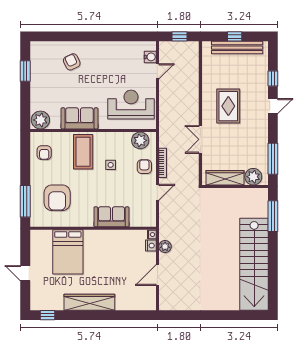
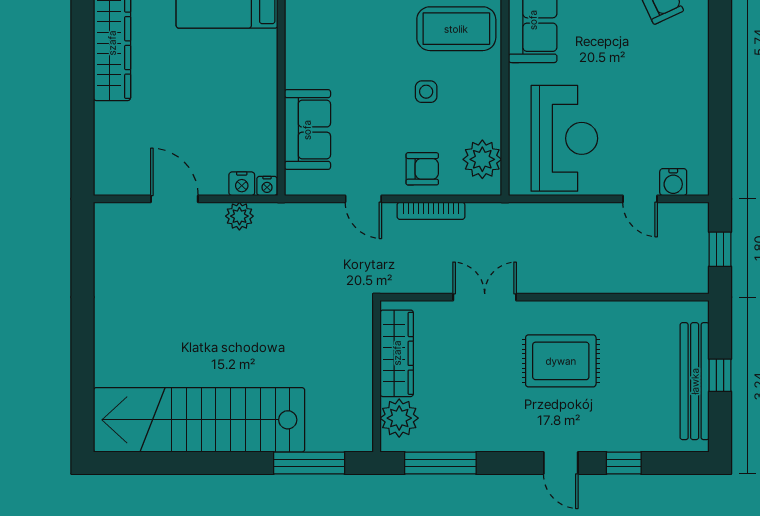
sofa: (111, 217) -> (307, 130), moved

